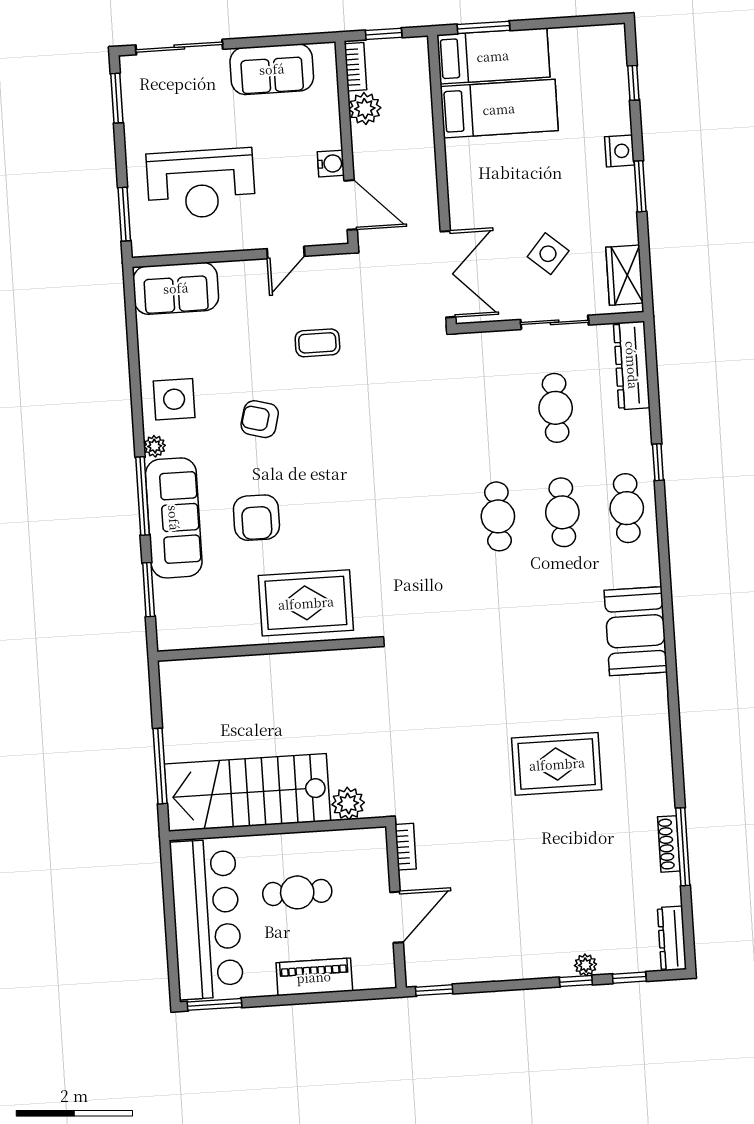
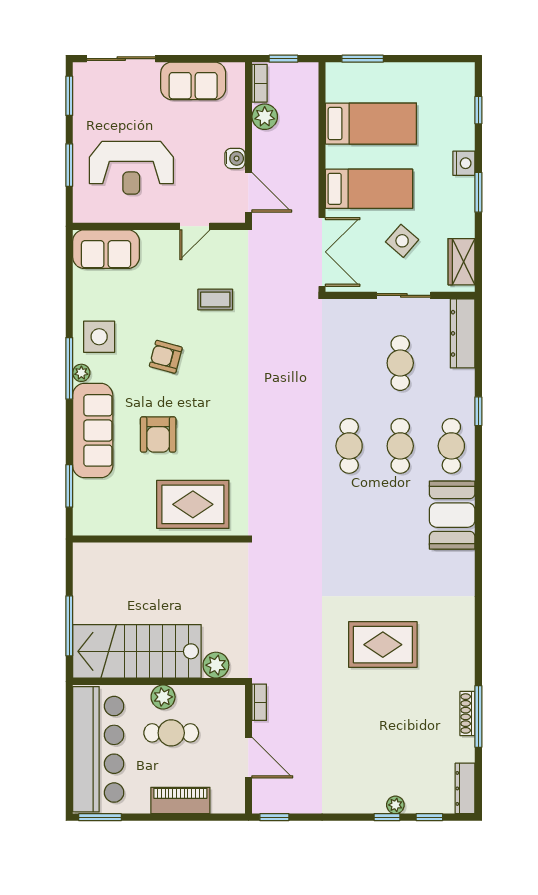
bed: (493, 56) -> (369, 189), moved
window: (124, 214) -> (69, 165), moved
window: (143, 496) -> (69, 368), moved
booth: (636, 631) -> (452, 515), moved
plant: (284, 848) -> (163, 697), added
door: (397, 917) -> (248, 757), hinge flipped

